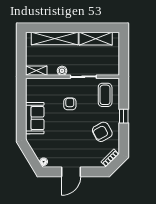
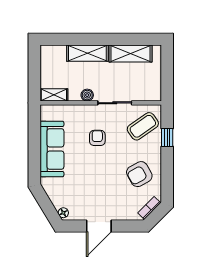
shelving: (55, 38) -> (87, 53), width x0.68
coffee table: (105, 95) -> (143, 126), turned 55
window: (124, 116) -> (167, 138), moved
sofa: (35, 118) -> (52, 149), width x1.36

